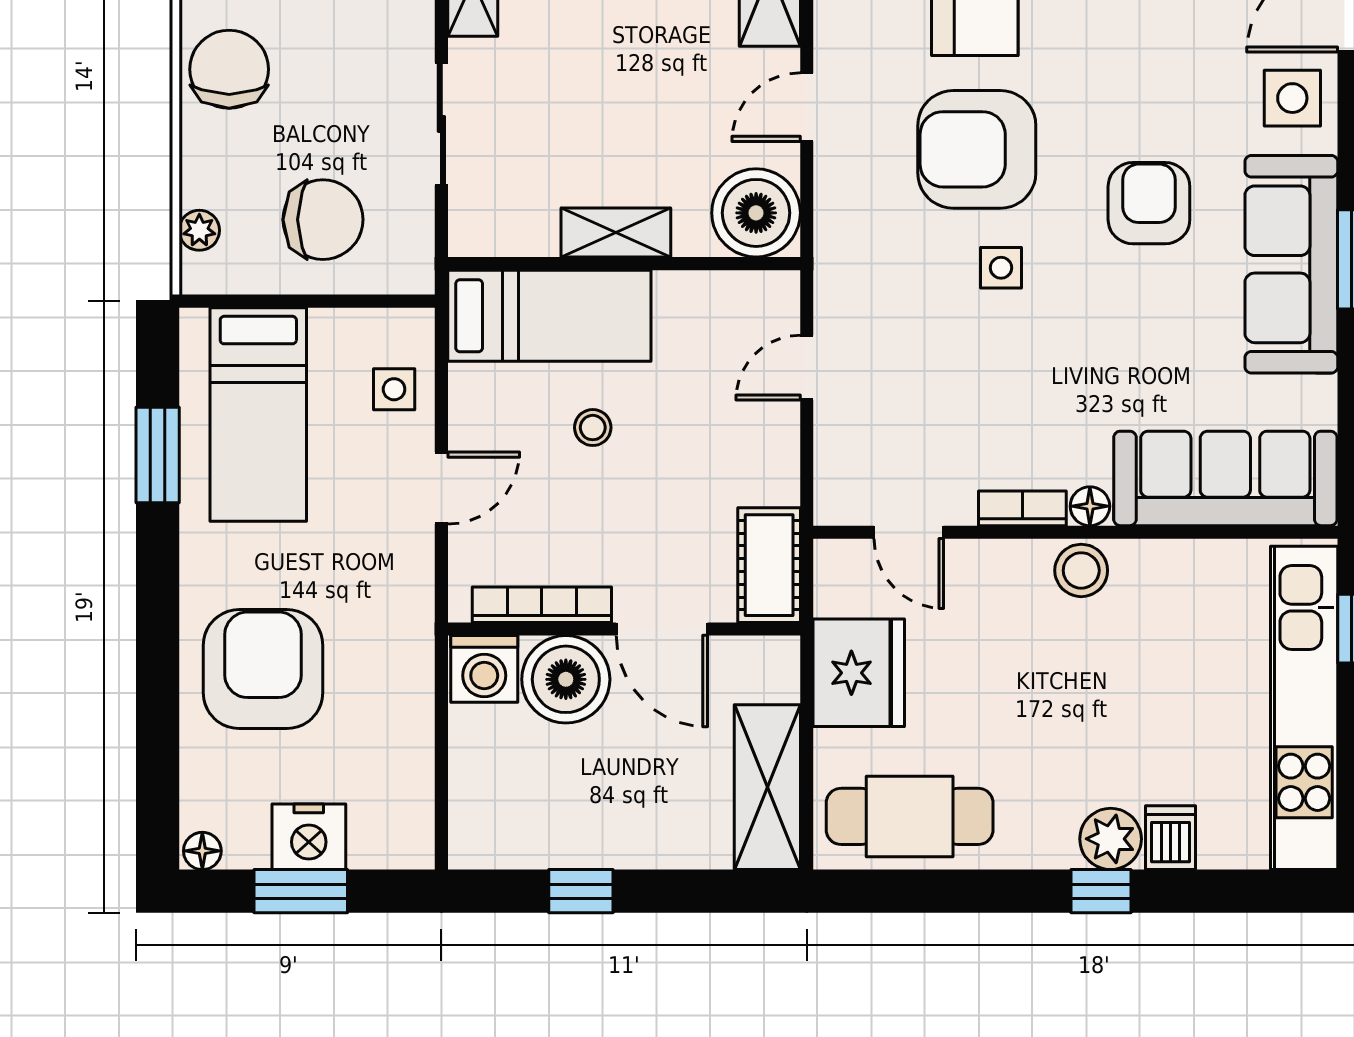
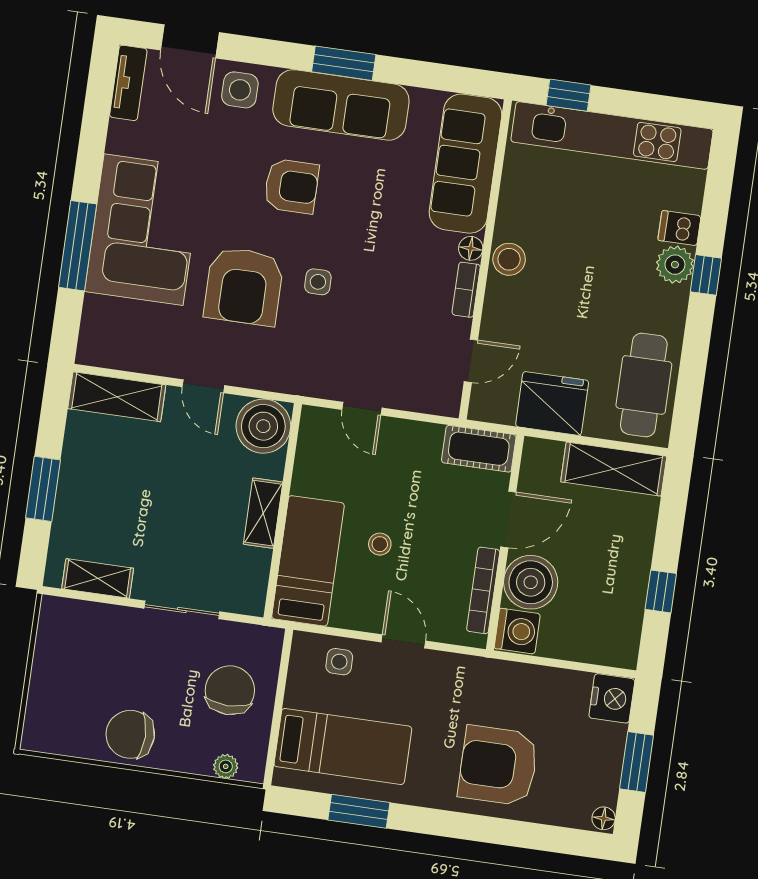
armchair: (1149, 203) -> (291, 186), turned 180
nightstand: (309, 837) -> (612, 698), moved

